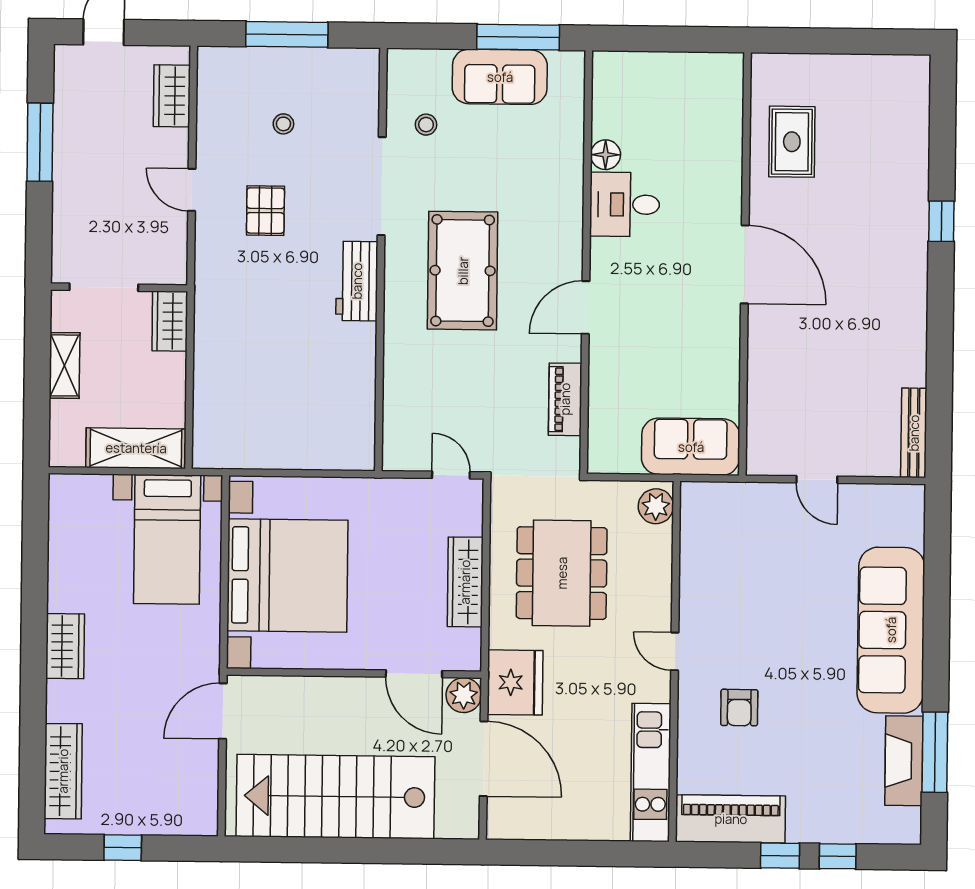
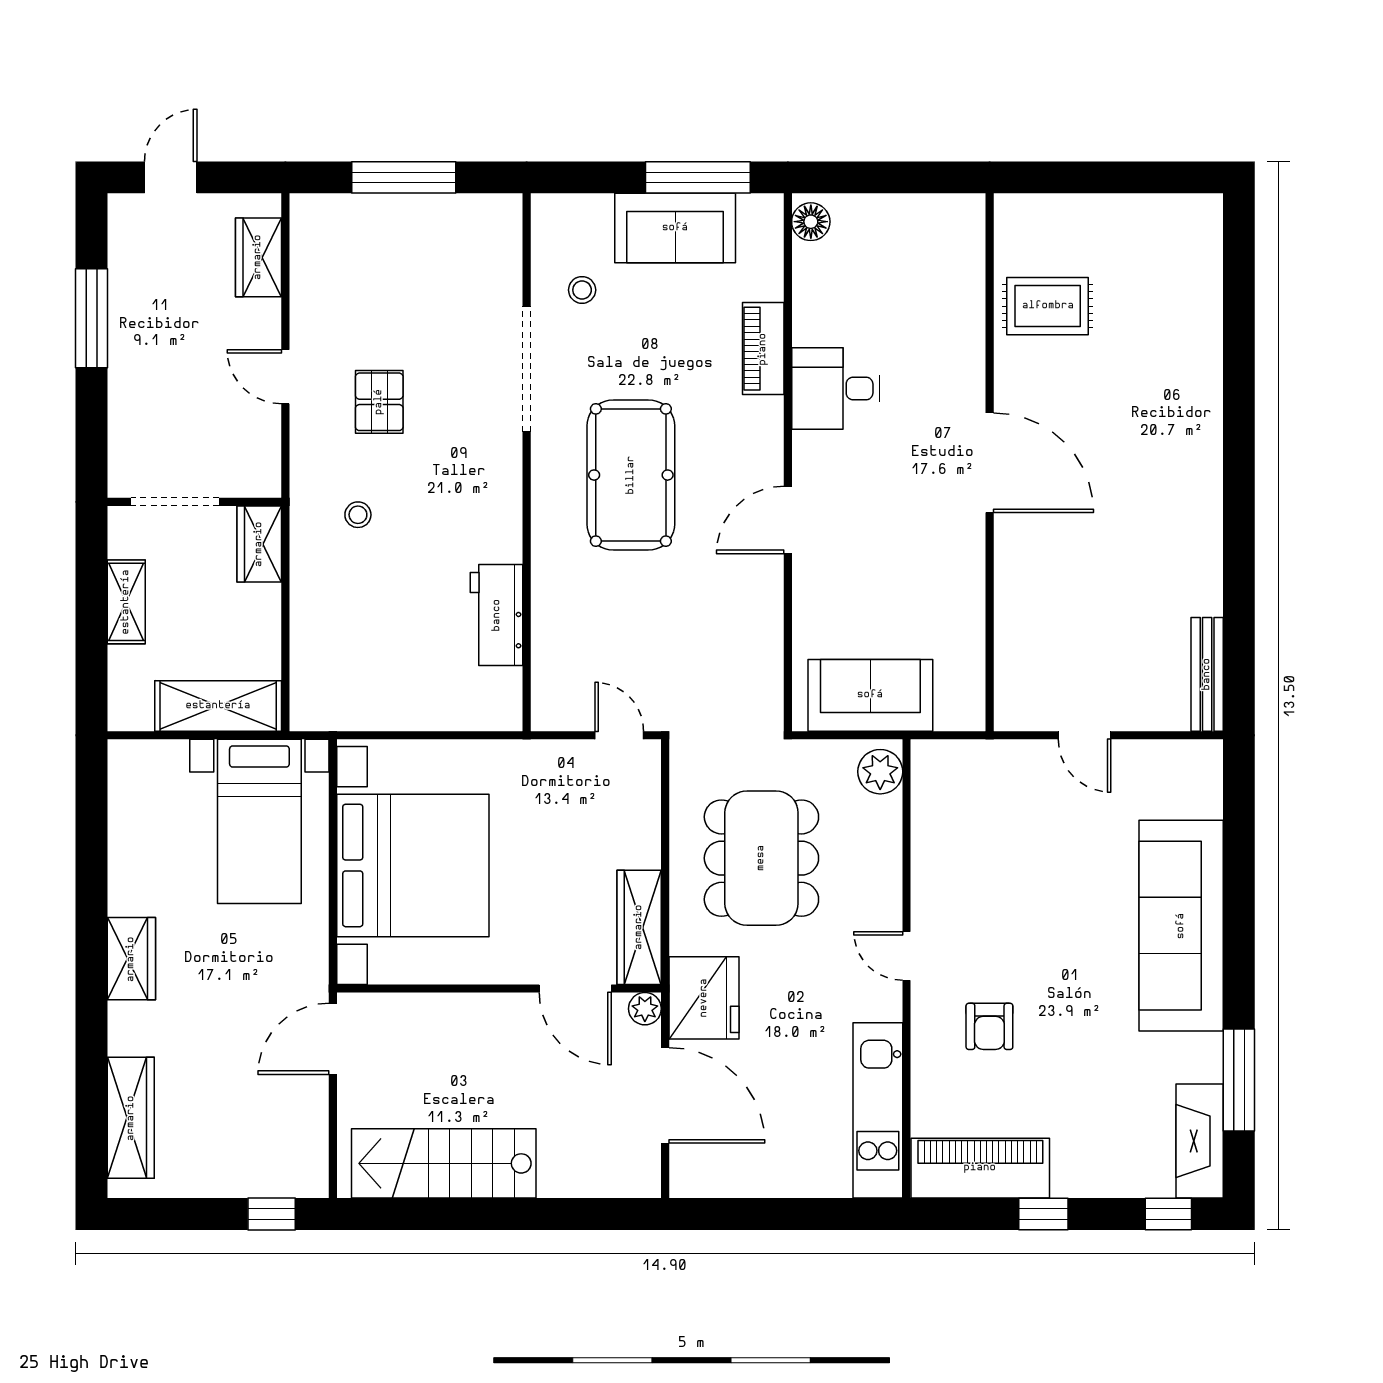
stool: (283, 124) -> (358, 515), moved
rug: (792, 142) -> (1048, 306), turned 90
floor lamp: (606, 155) -> (811, 222), moved
window: (941, 221) -> (1239, 405), removed
workbench: (357, 281) -> (497, 615), moved
piano: (565, 399) -> (763, 349), moved
sofa: (691, 447) -> (870, 695), moved
wardrobe: (465, 582) -> (639, 927), moved
plant: (464, 695) -> (645, 1009), width x0.73, depth x0.73
fireplace: (904, 761) -> (1200, 1141), moved
stairs: (335, 797) -> (444, 1163), width x0.73, depth x0.66
window: (123, 848) -> (272, 1214), moved
window: (838, 856) -> (1168, 1214), moved

